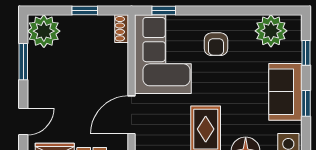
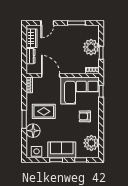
plant: (44, 31) -> (91, 47), moved
door: (23, 122) -> (47, 23), hinge flipped

